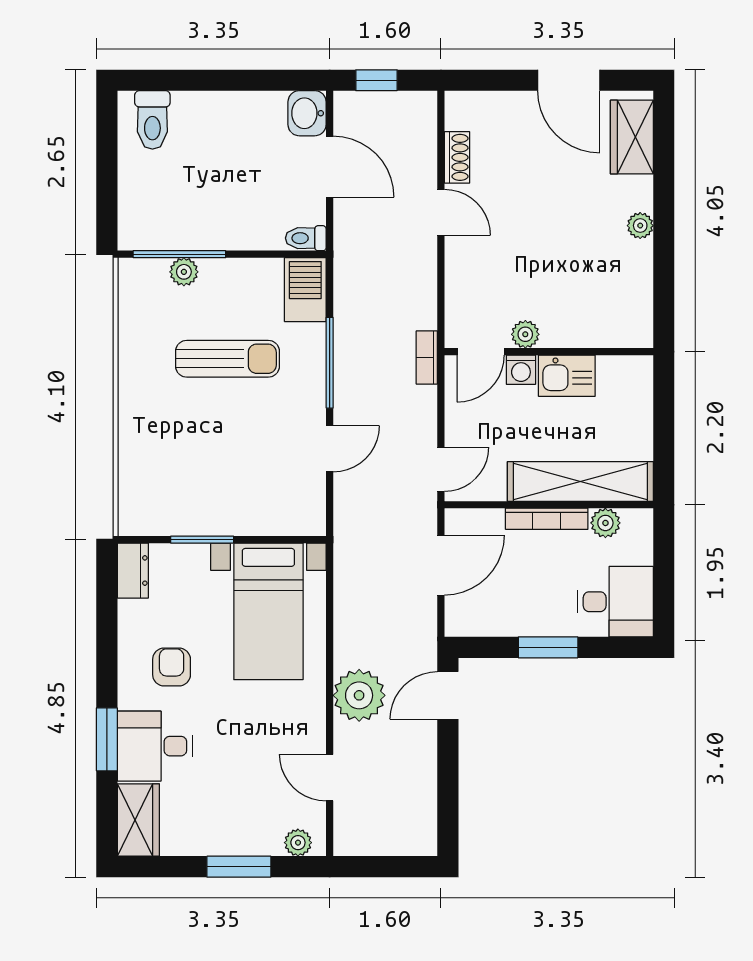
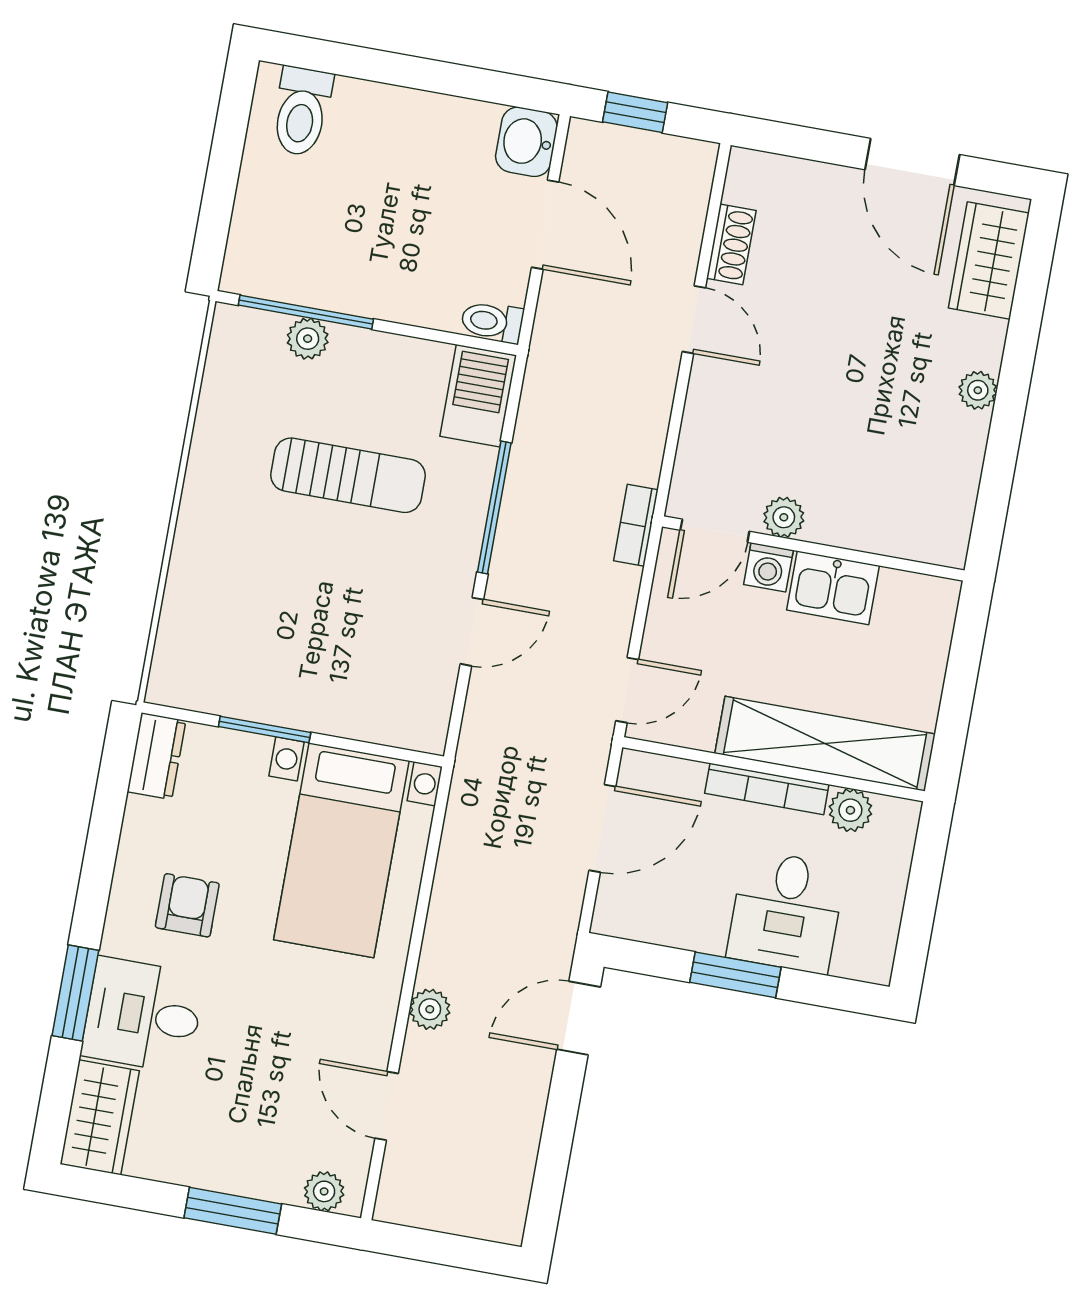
desk: (615, 602) -> (786, 912), moved, turned 90
plant: (359, 695) -> (430, 1009), width x0.53, depth x0.53

